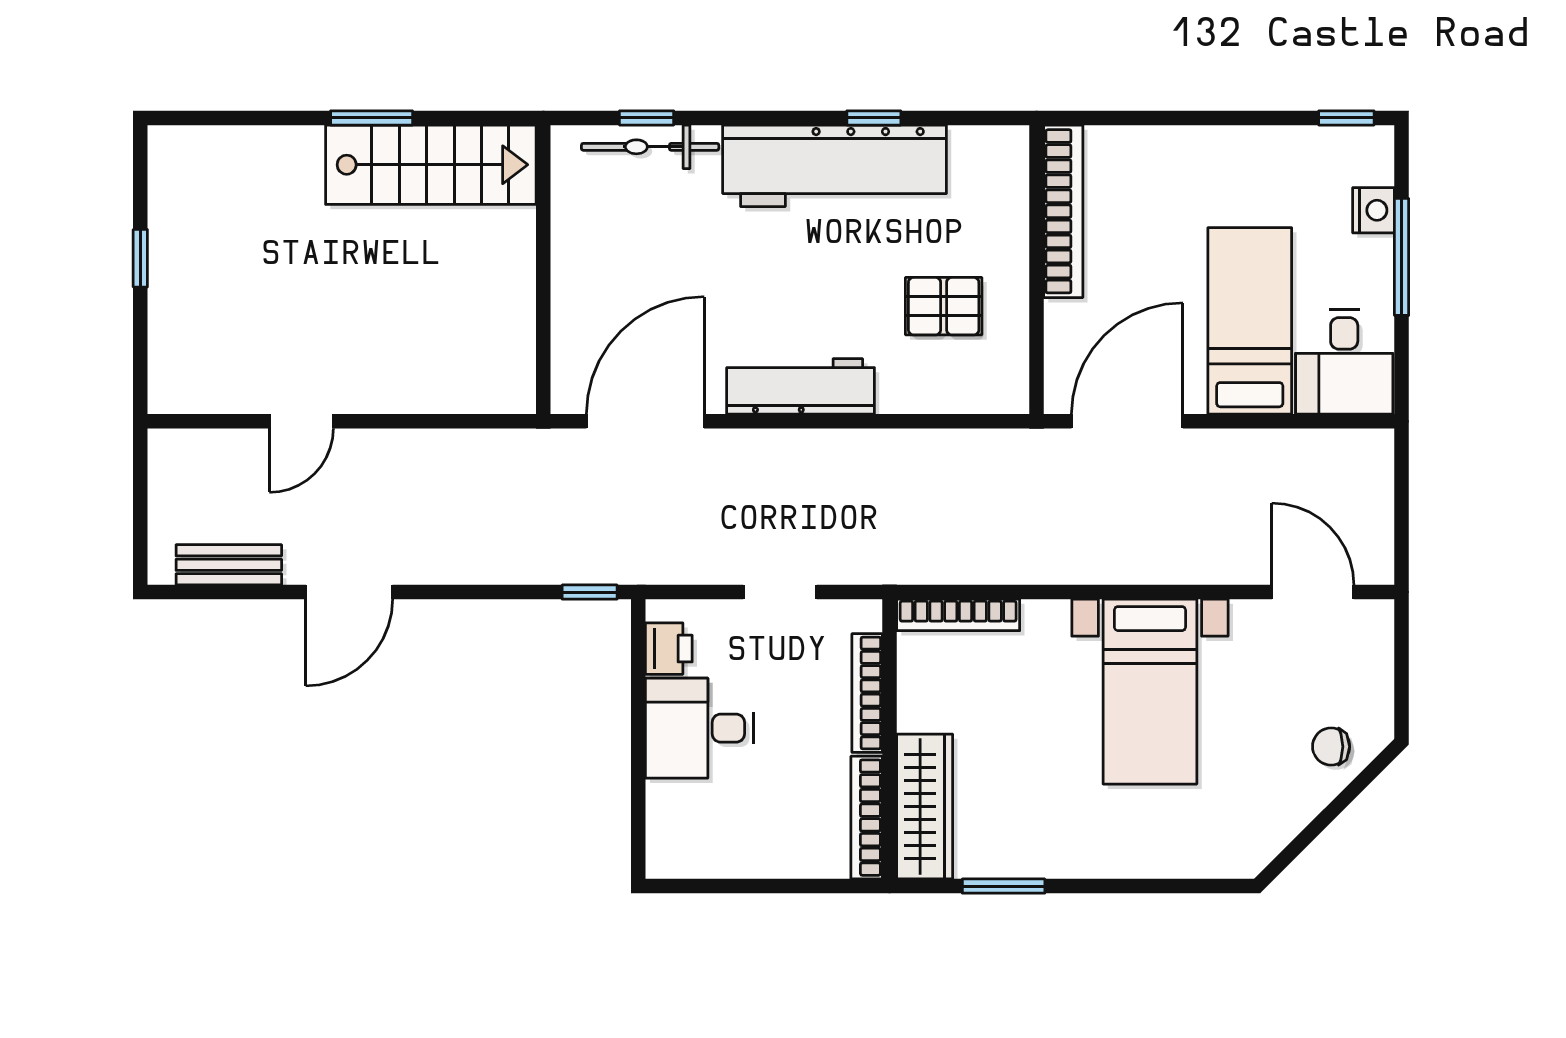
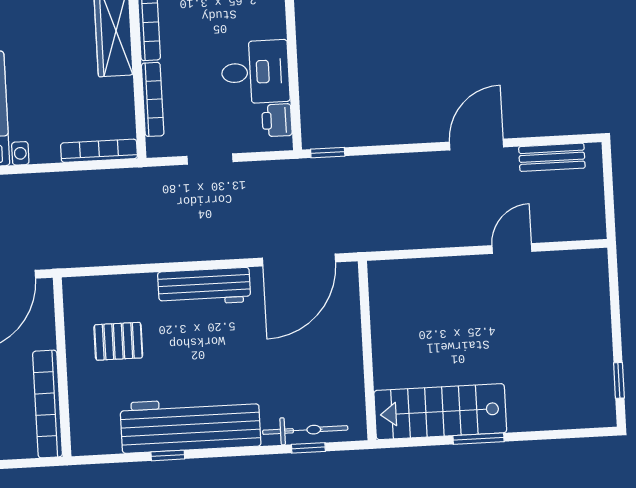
window: (140, 258) -> (619, 380), moved

